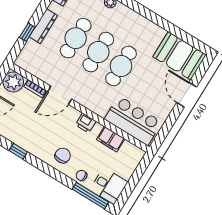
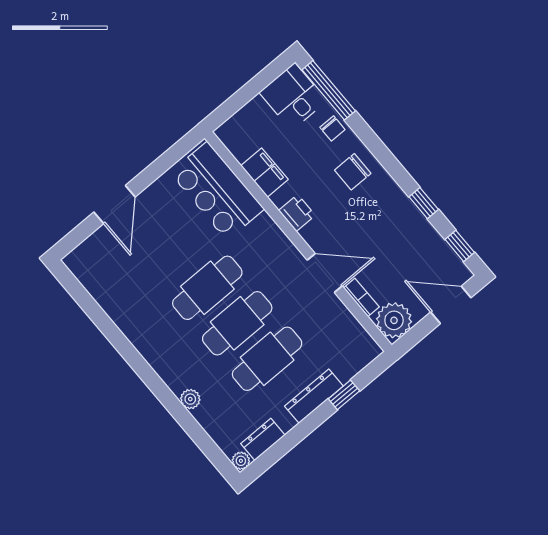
booth: (180, 56) -> (105, 273), removed

